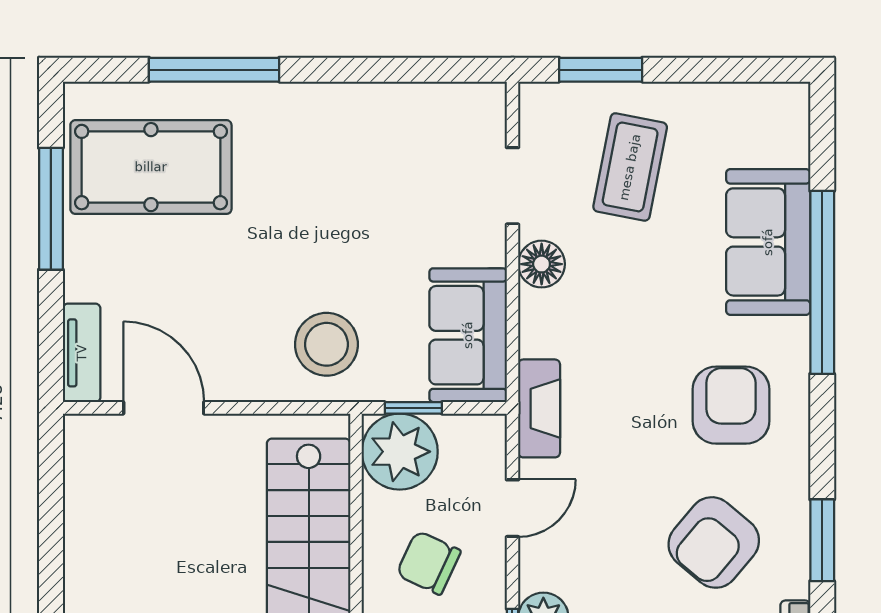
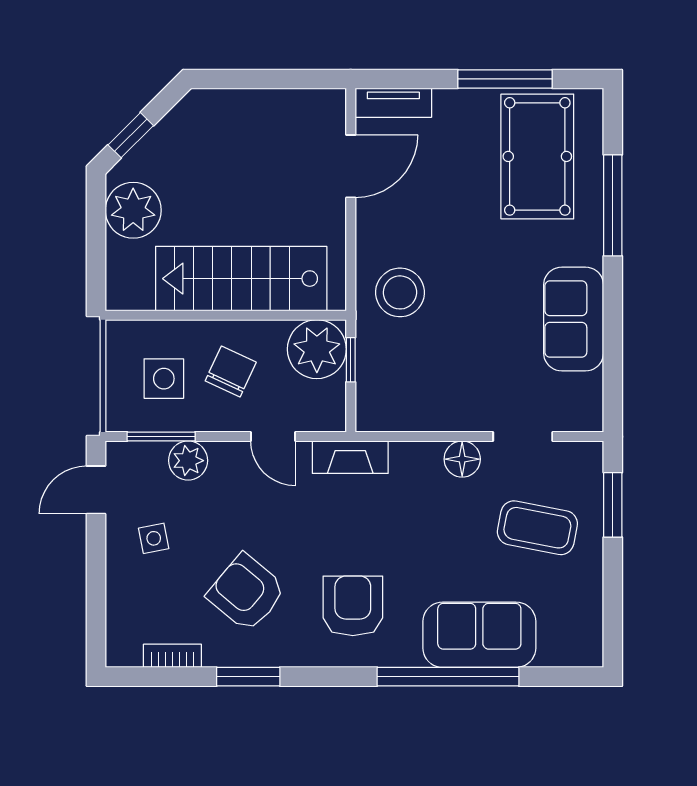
sofa: (468, 335) -> (574, 319), moved, turned -90
armchair: (731, 405) -> (353, 606), turned -90

